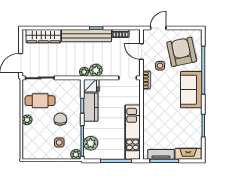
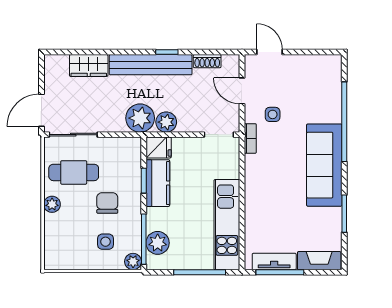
door: (158, 28) -> (270, 52), hinge flipped
wardrobe: (43, 36) -> (89, 65), width x0.67
armchair: (182, 52) -> (308, 92), removed
plant: (84, 72) -> (140, 118), width x1.88, depth x1.88
sofa: (191, 90) -> (324, 165), width x1.36

